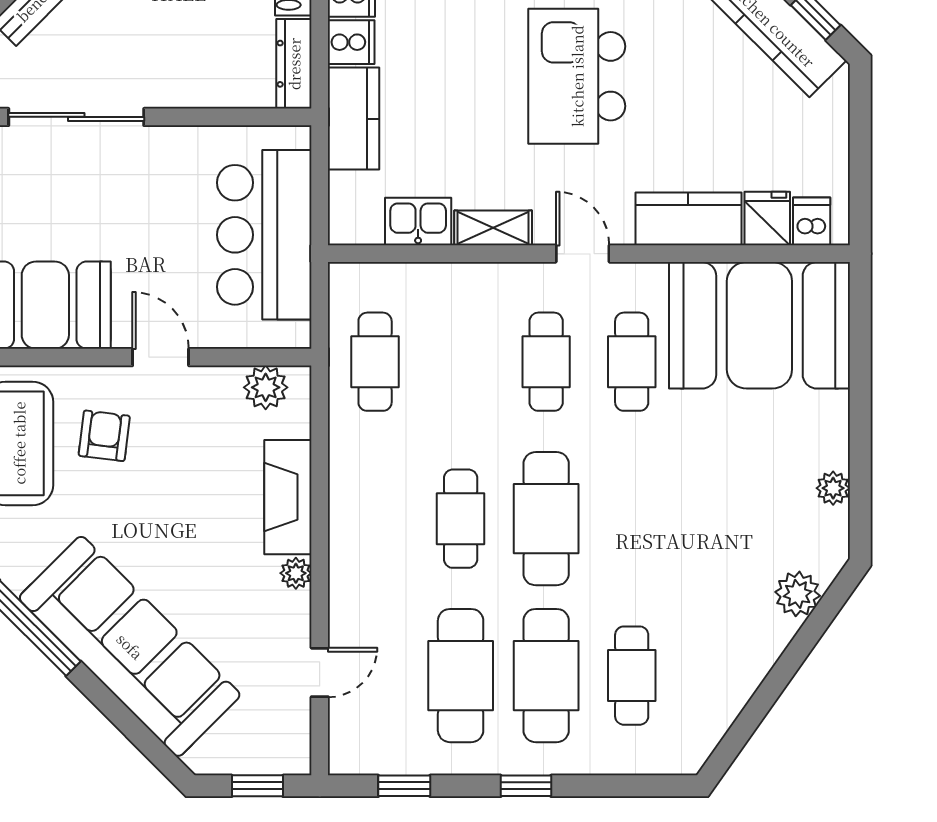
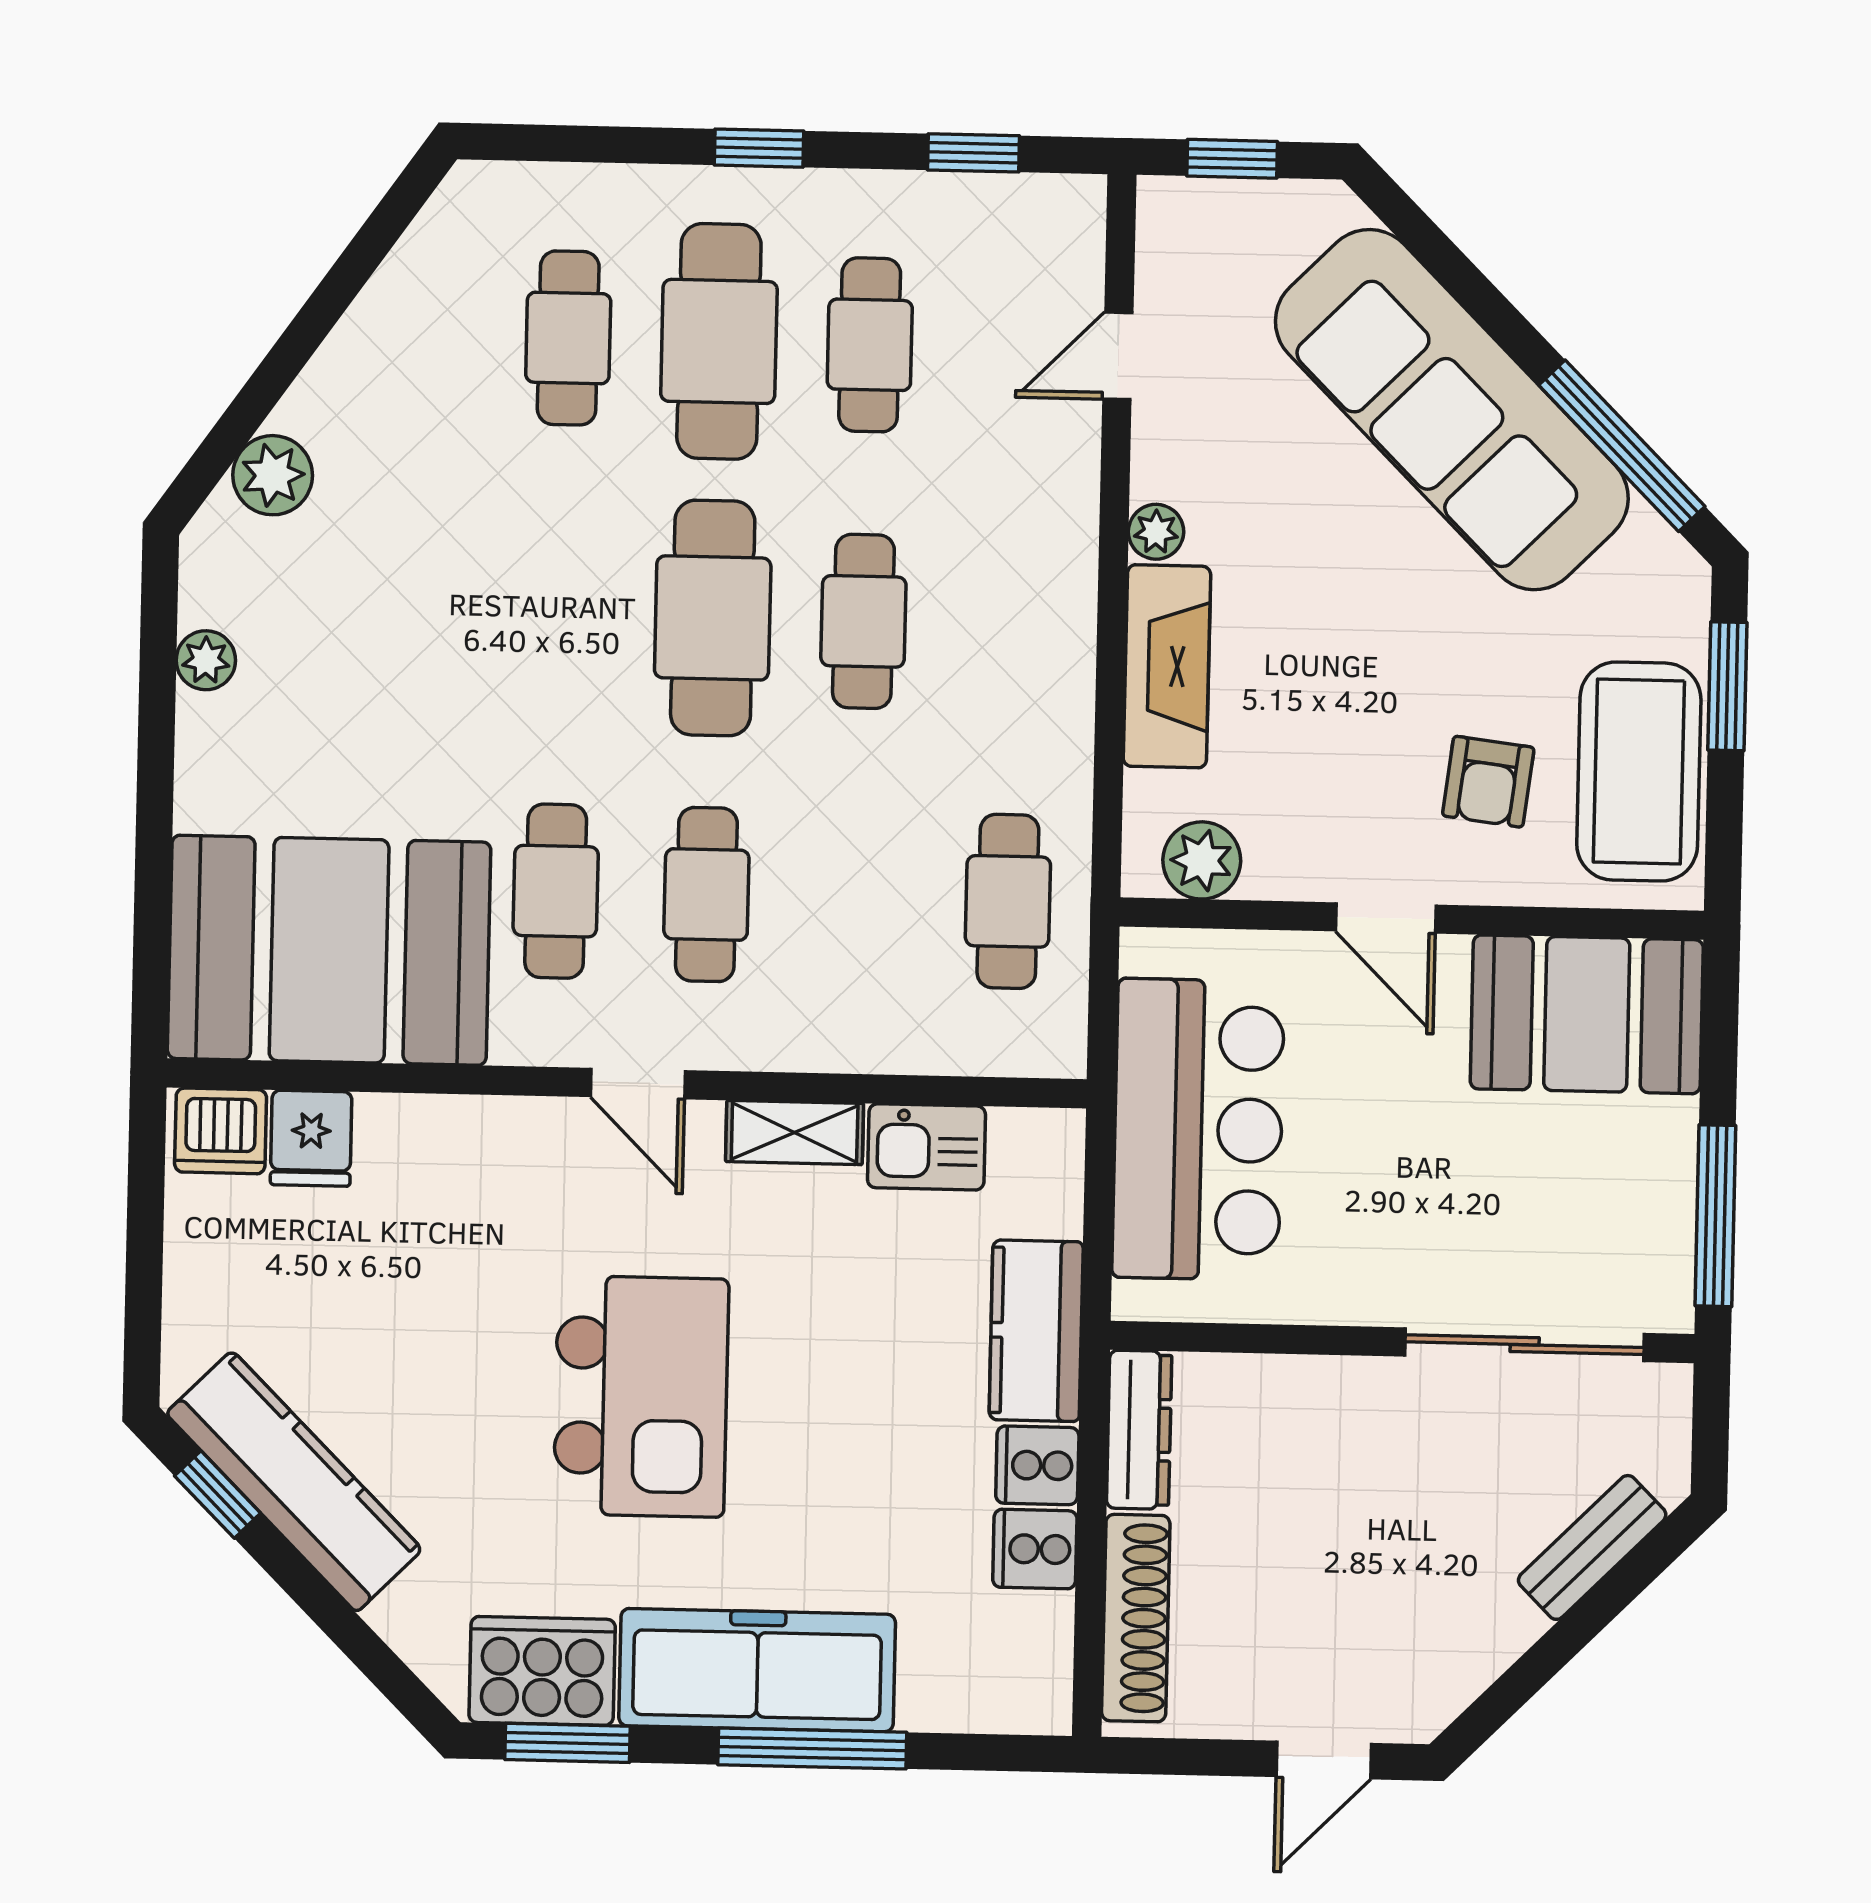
kitchen counter: (688, 219) -> (450, 1141), removed
dishwasher: (812, 221) -> (221, 1131), width x1.38
cafe table: (461, 676) -> (870, 345), width x0.73, depth x0.74

